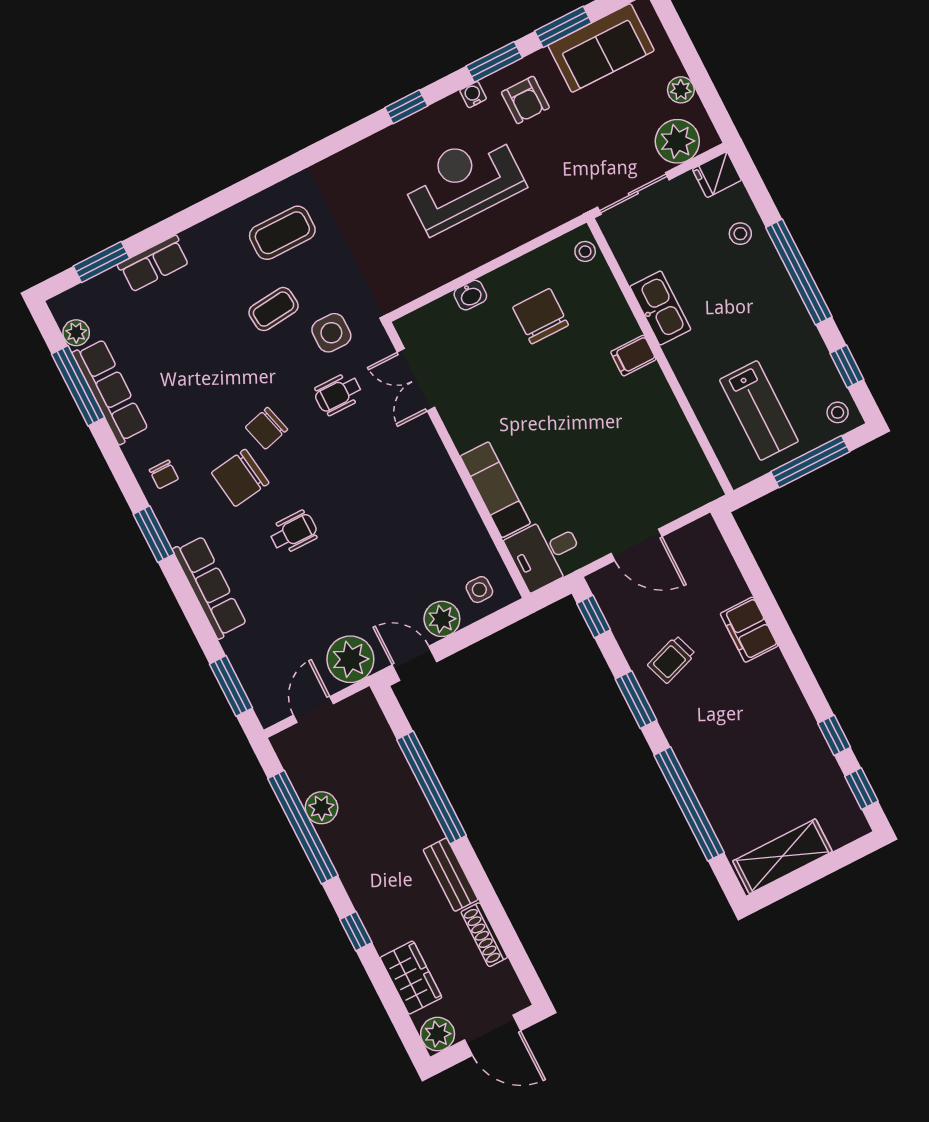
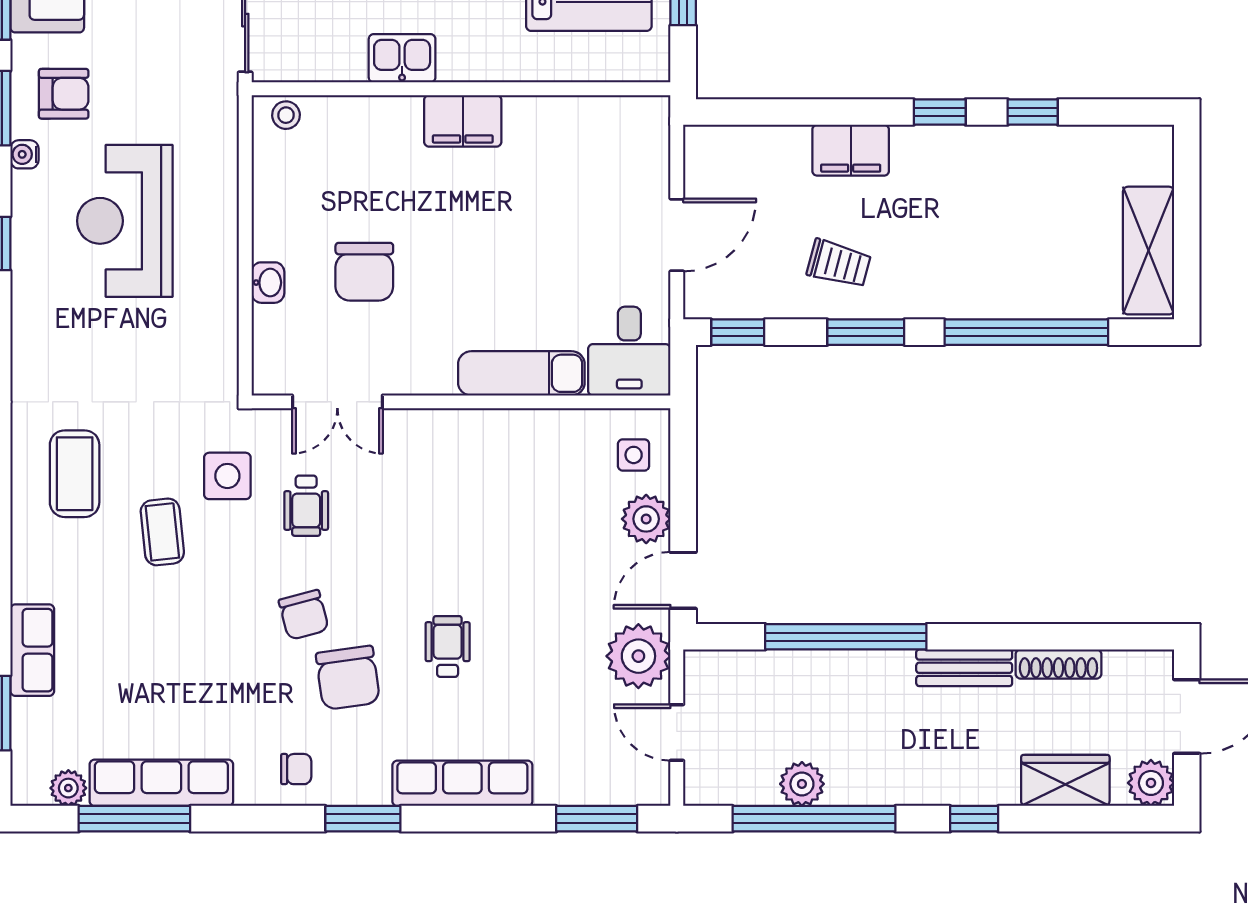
kitchen sink: (660, 308) -> (402, 58), width x0.73
chair: (541, 316) -> (364, 272), moved, turned -90
filing cabinet: (633, 356) -> (463, 121), width x2.00
trolley: (671, 660) -> (839, 264), turned -56
window: (861, 789) -> (940, 112), moved

